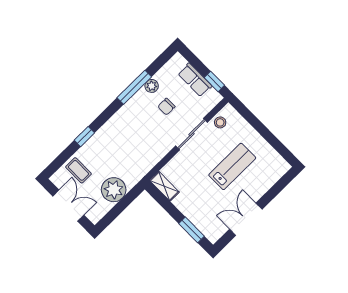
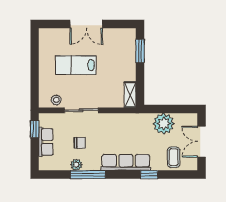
row of seats: (113, 128) -> (126, 162), added
double door: (246, 219) -> (86, 24), moved

